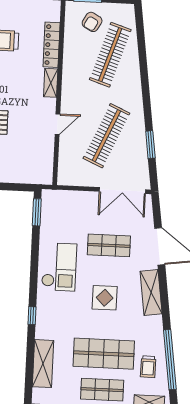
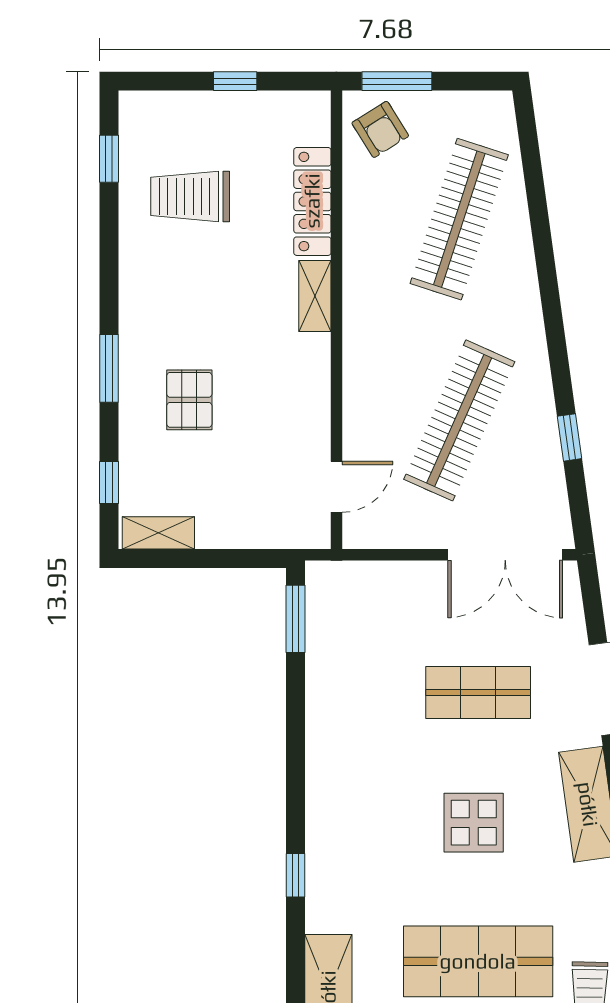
armchair: (92, 22) -> (380, 129), moved, turned -61
door: (57, 124) -> (336, 487), moved
window: (150, 145) -> (570, 437), width x0.67
checkout: (59, 267) -> (357, 751), removed

